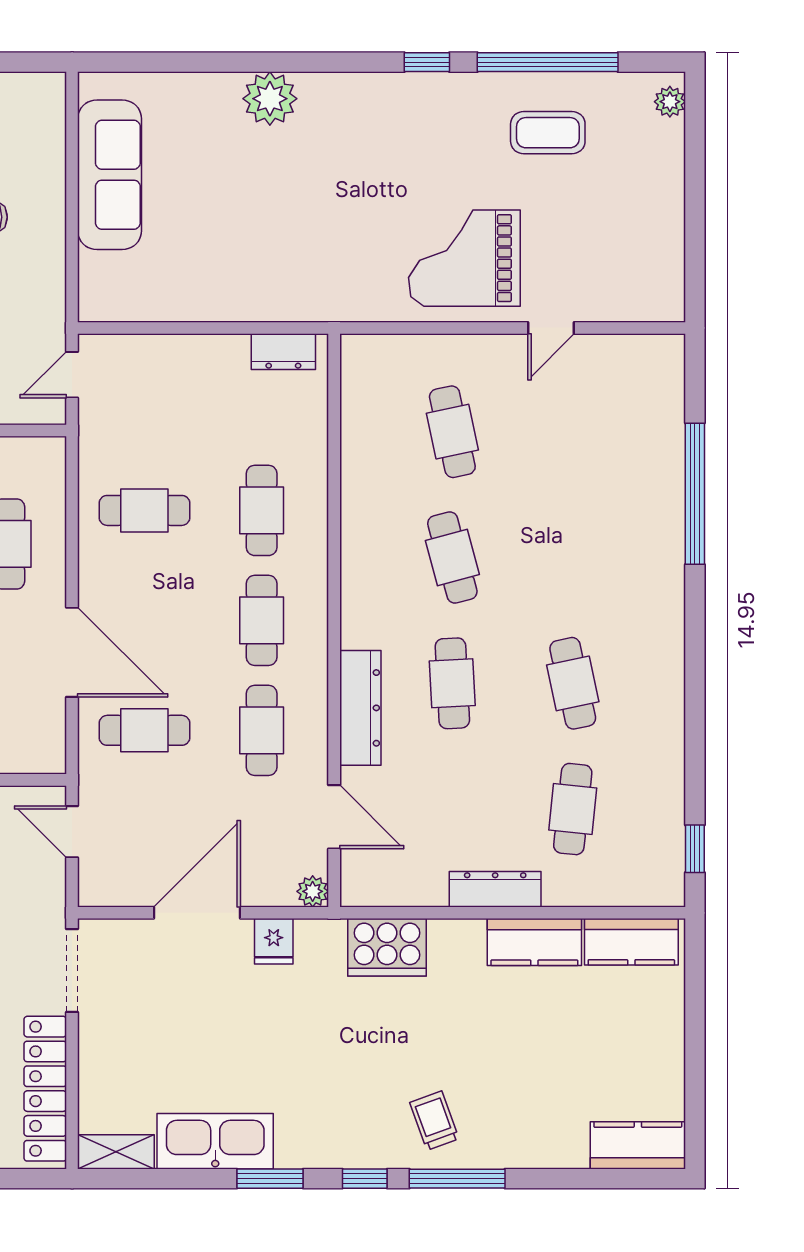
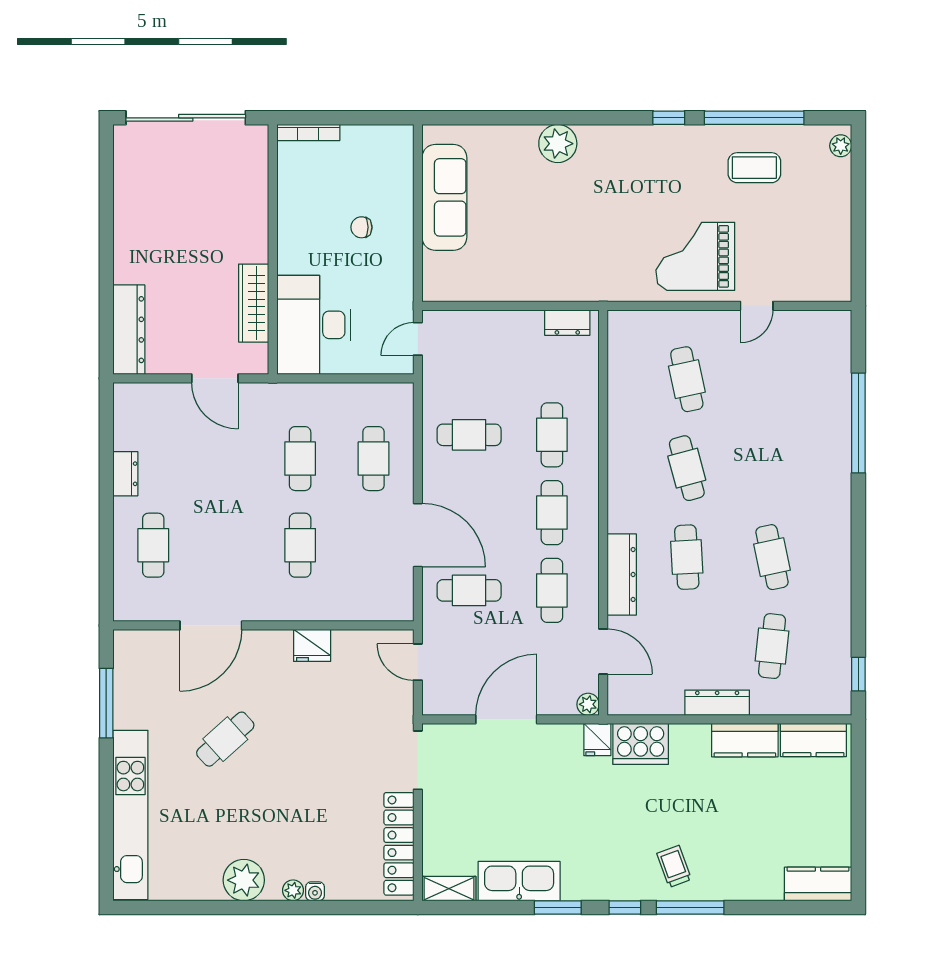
fridge: (274, 941) -> (597, 740), moved

